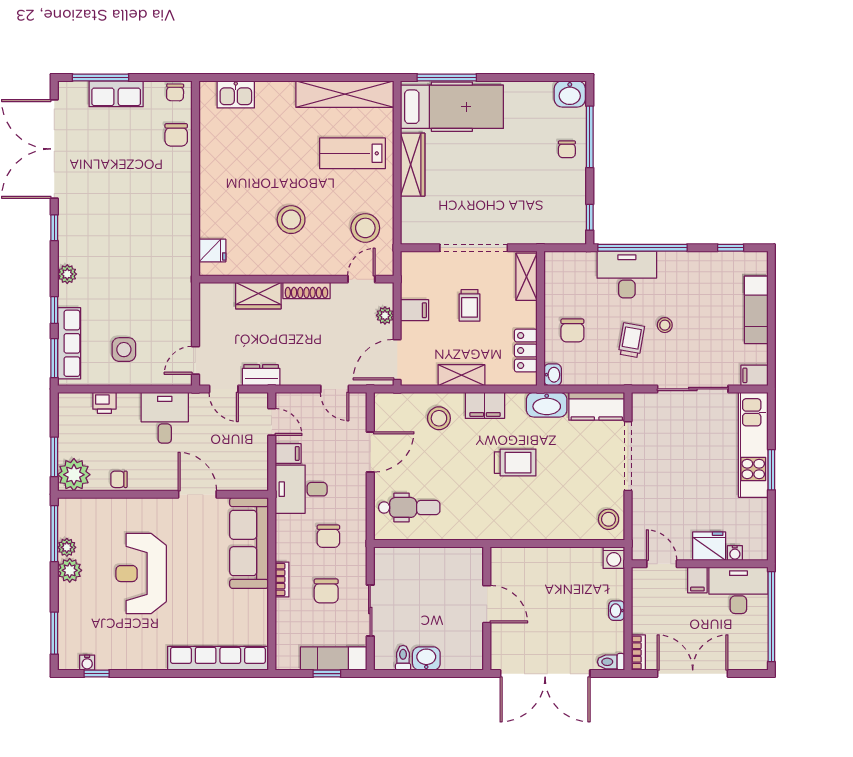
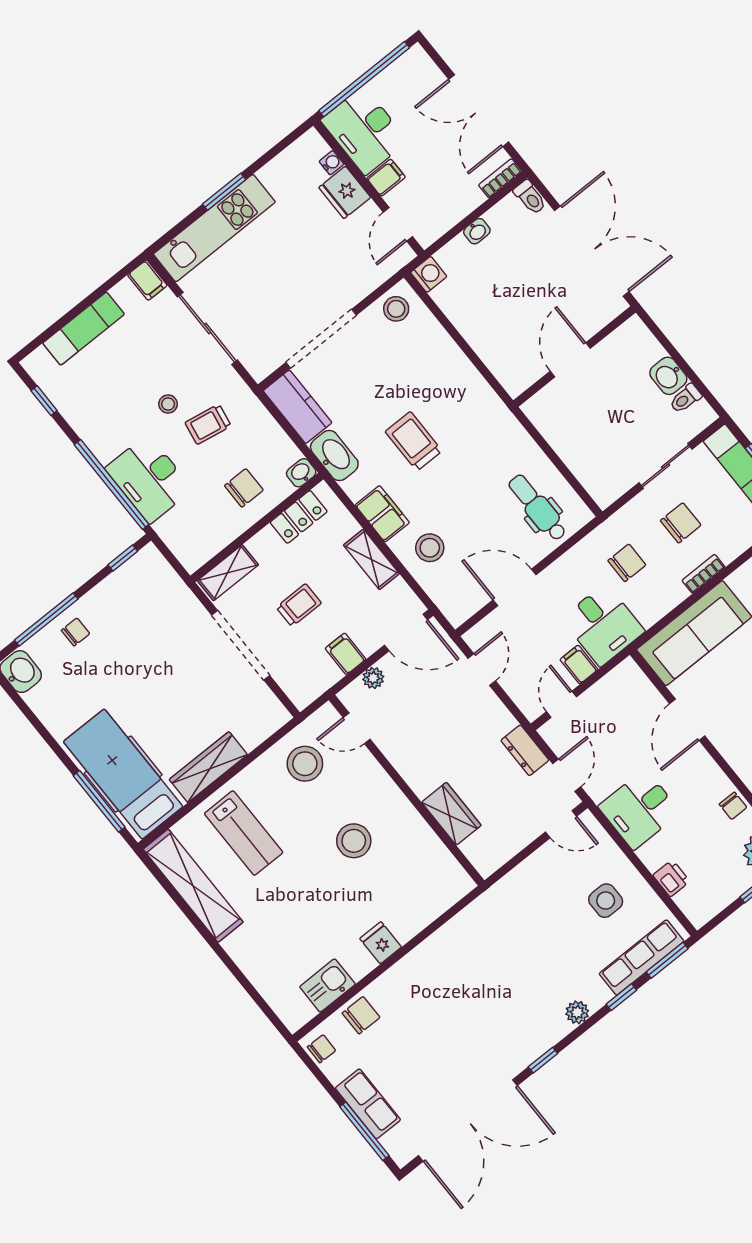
kitchen sink: (236, 94) -> (327, 985), moved, turned -90
fridge: (212, 251) -> (381, 943), moved
shoe rack: (306, 291) -> (410, 772), removed

